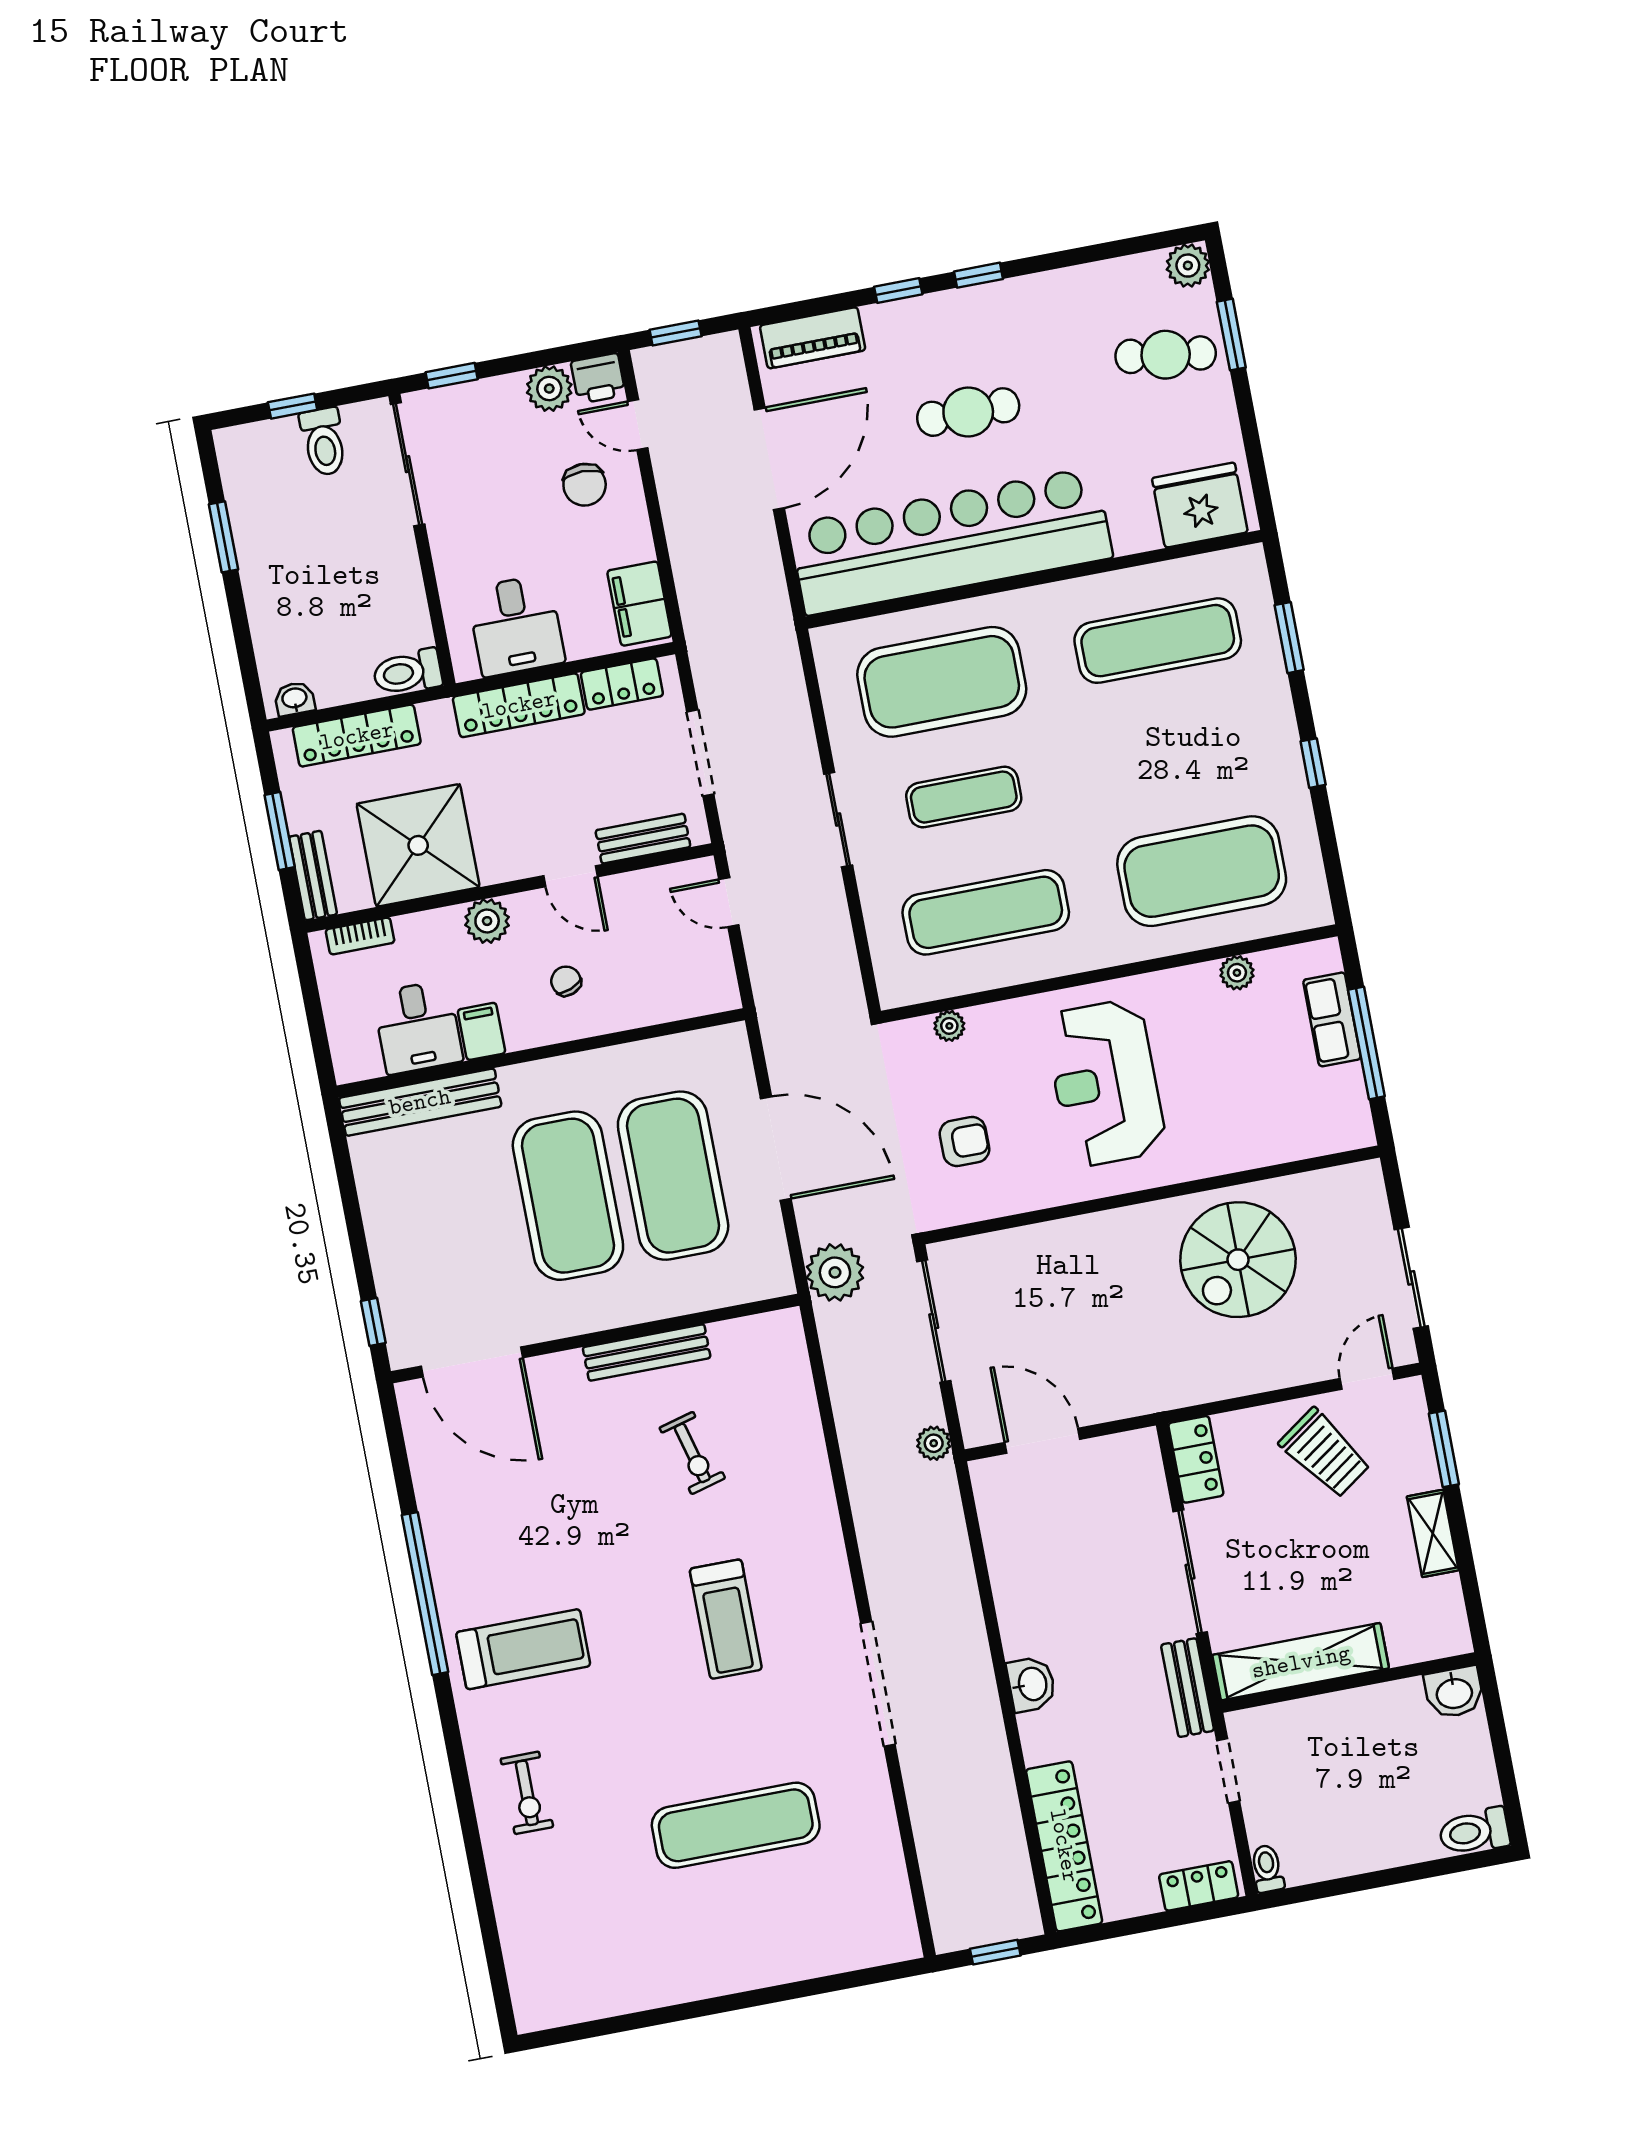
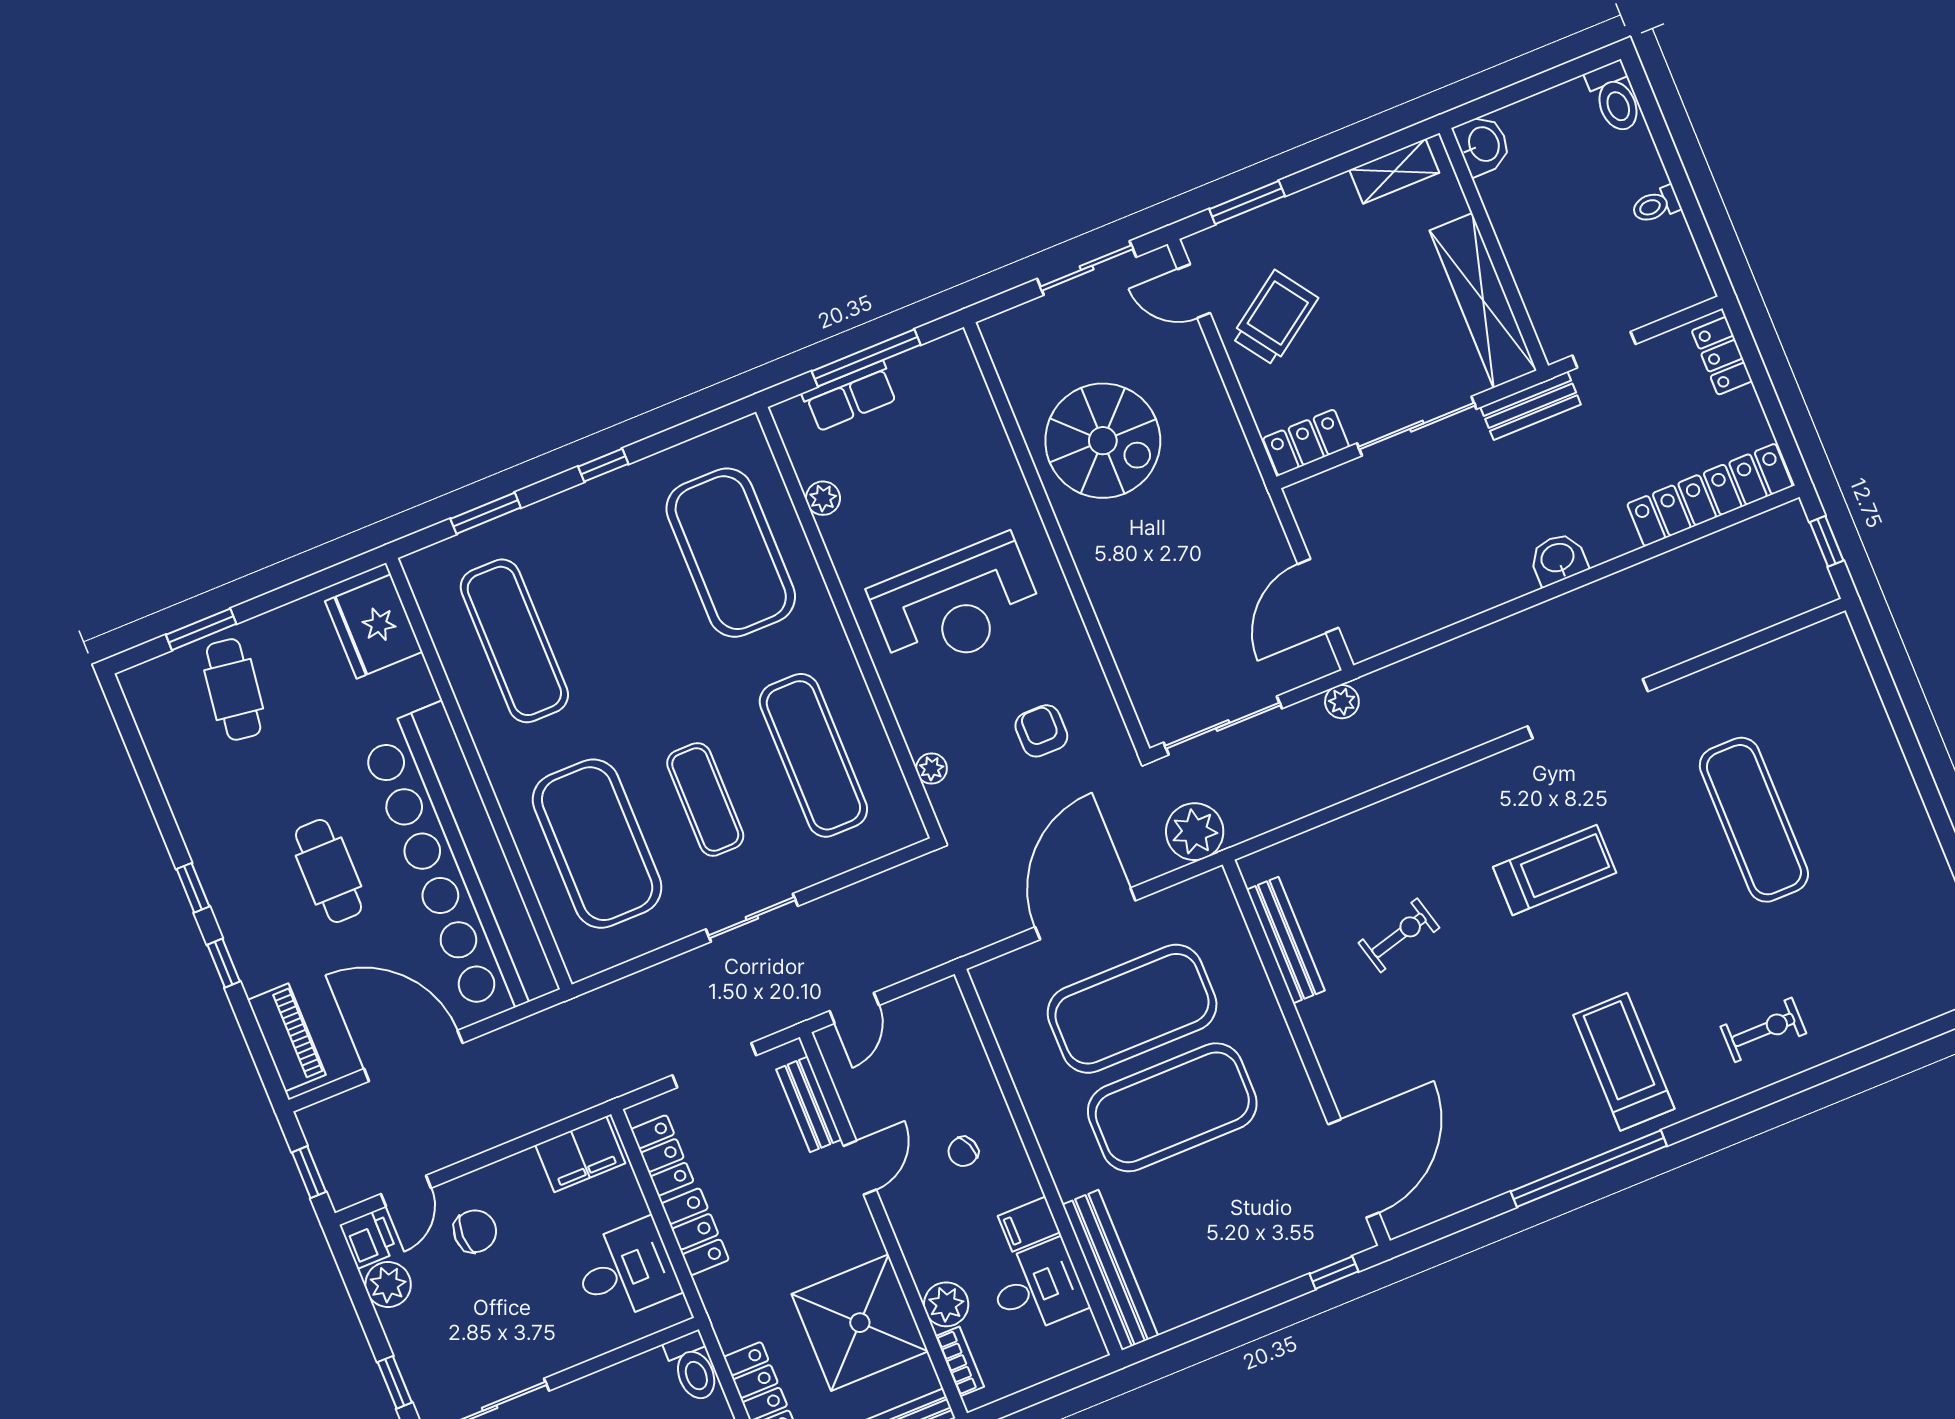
plant: (1188, 266) -> (142, 685), removed
locker: (519, 705) -> (695, 1232), width x0.66
plant: (487, 921) -> (946, 1304), moved
bench: (647, 1353) -> (1286, 940), moved
shelving: (1433, 1533) -> (1394, 171), moved
toilet: (1267, 1869) -> (1656, 205), moved

